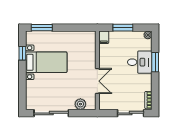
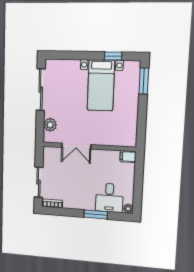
window: (123, 28) -> (139, 180), removed
desk: (140, 62) -> (109, 198), moved

